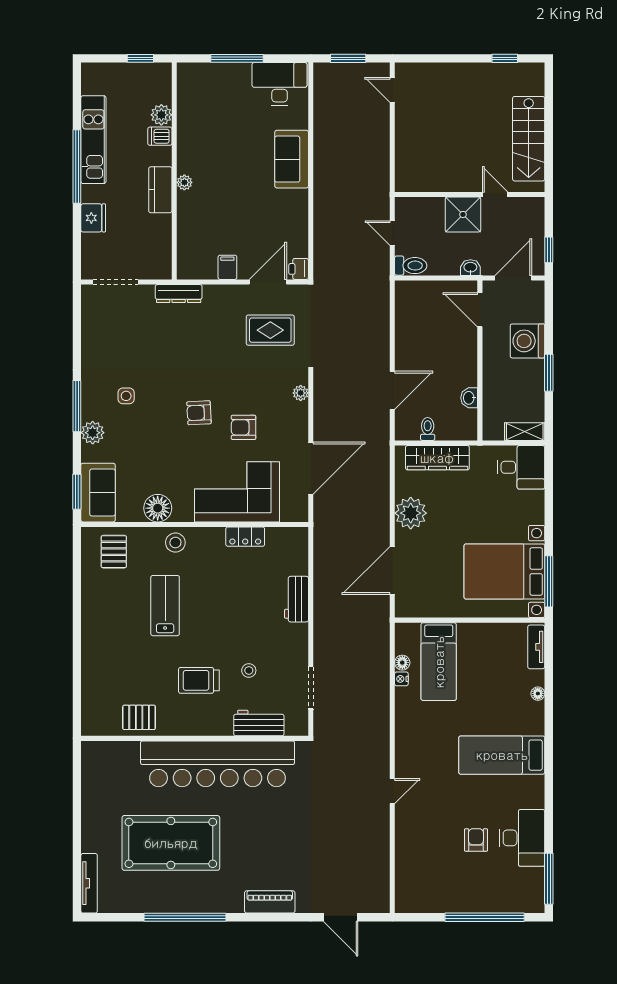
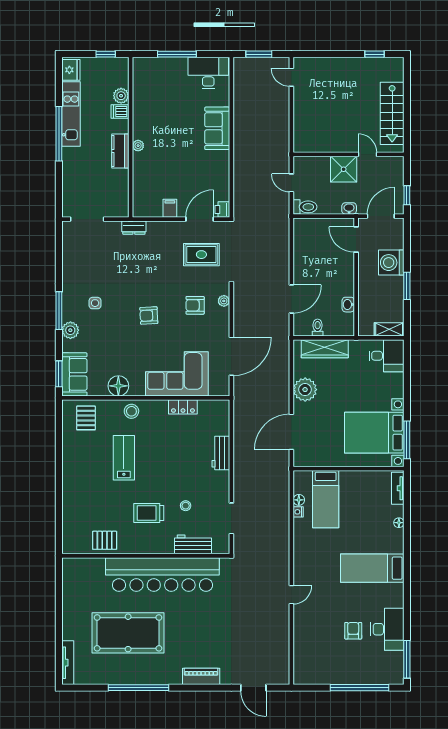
fridge: (93, 218) -> (71, 70), moved
dresser: (179, 294) -> (134, 228), width x0.70
armchair: (243, 427) -> (195, 305), moved

